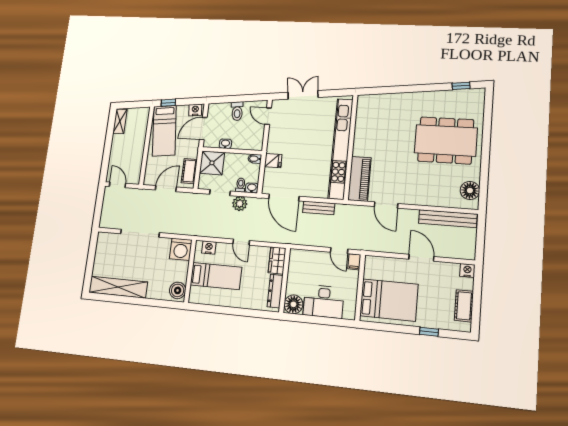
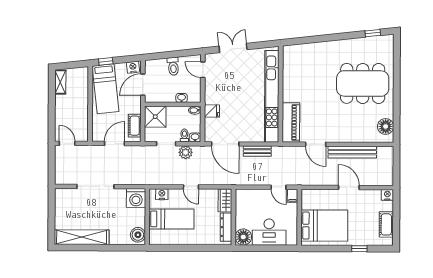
washbasin: (225, 144) -> (182, 98), moved
bench: (448, 219) -> (352, 152), moved

